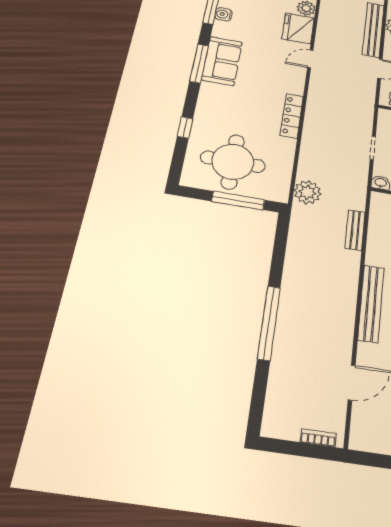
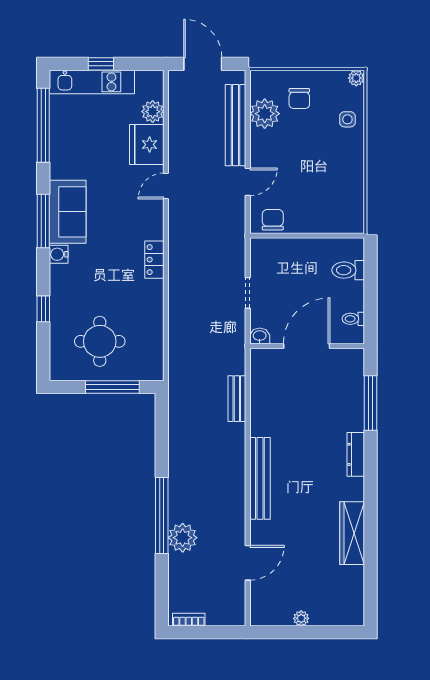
water cooler: (224, 14) -> (59, 254), moved
locker: (292, 116) -> (154, 260), width x0.66
round table: (233, 162) -> (100, 341), width x0.73, depth x0.73
plant: (307, 192) -> (183, 538), moved
bookcase: (318, 438) -> (189, 620), moved

